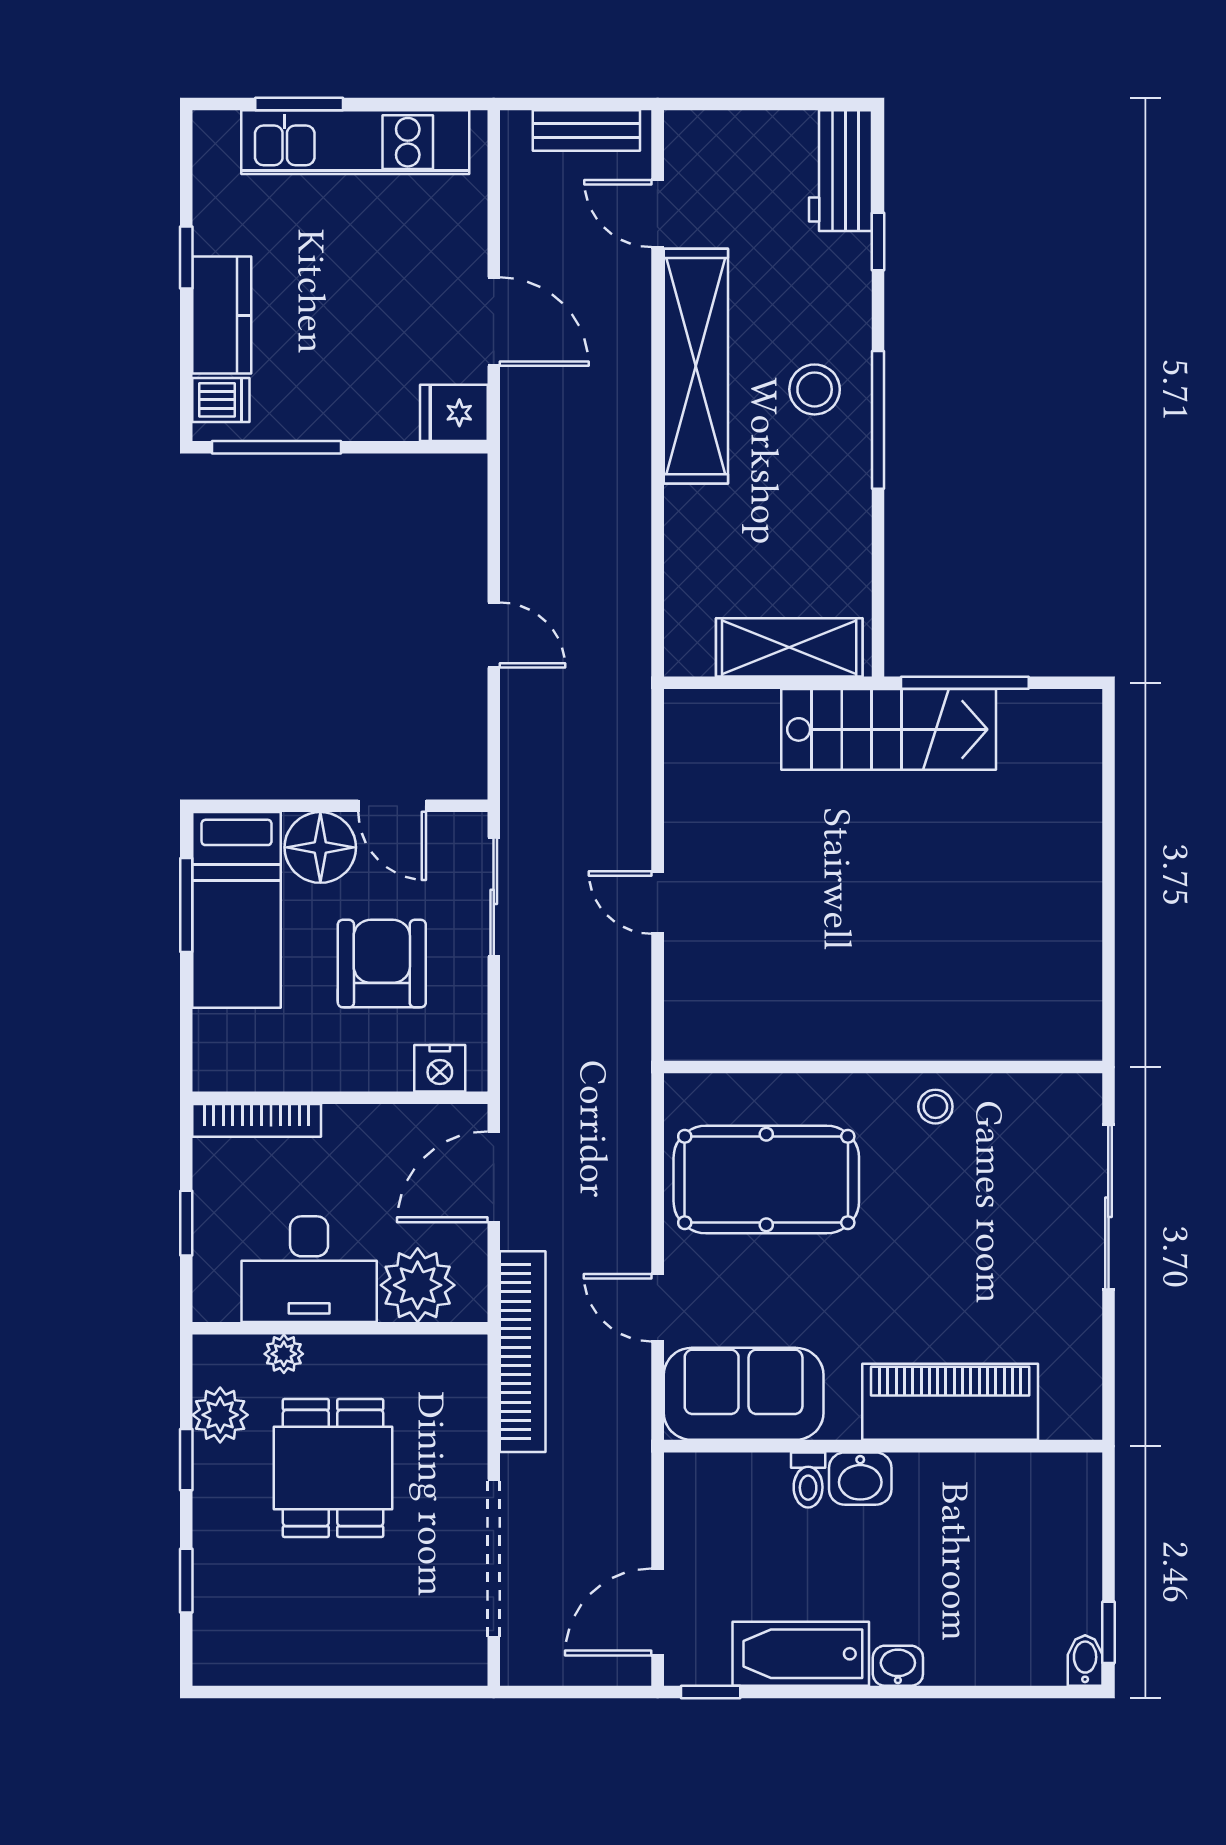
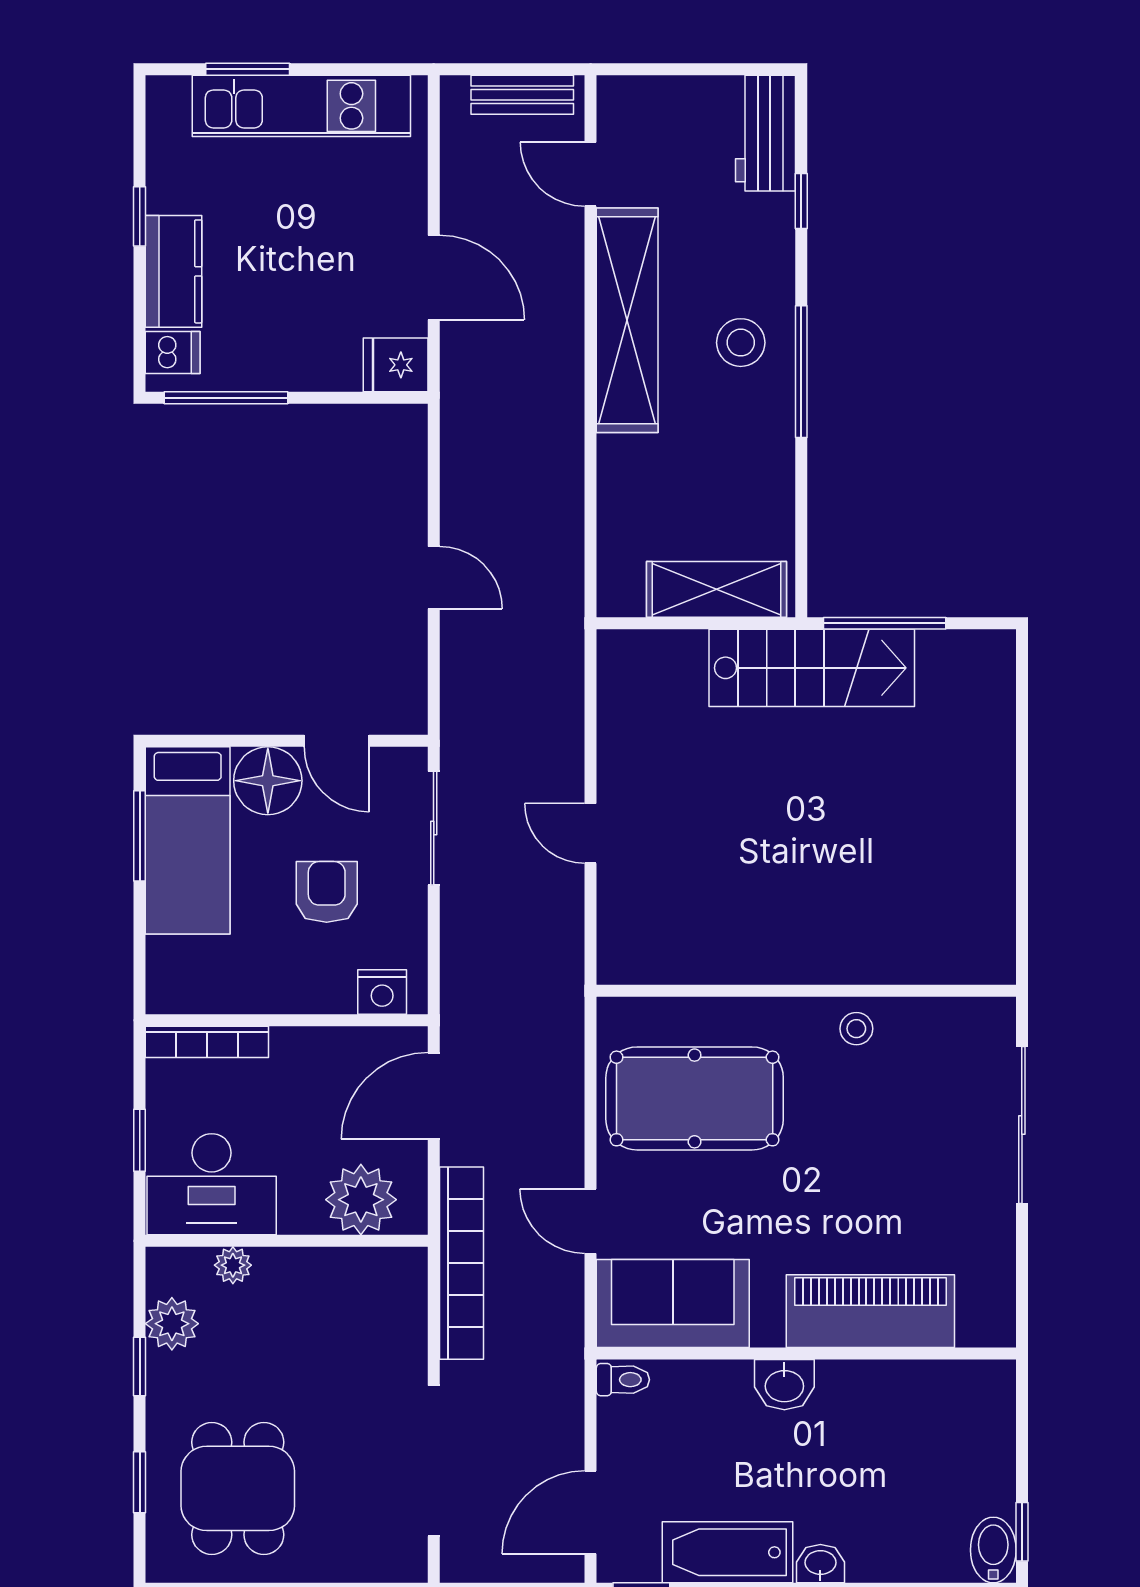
armchair: (382, 964) -> (327, 892), width x0.72, depth x0.72
desk: (309, 1269) -> (212, 1184), moved
dining table: (333, 1468) -> (238, 1488), moved
toilet: (808, 1480) -> (623, 1380), moved, turned -90
bidet: (1085, 1661) -> (993, 1550), width x1.38, depth x1.36

